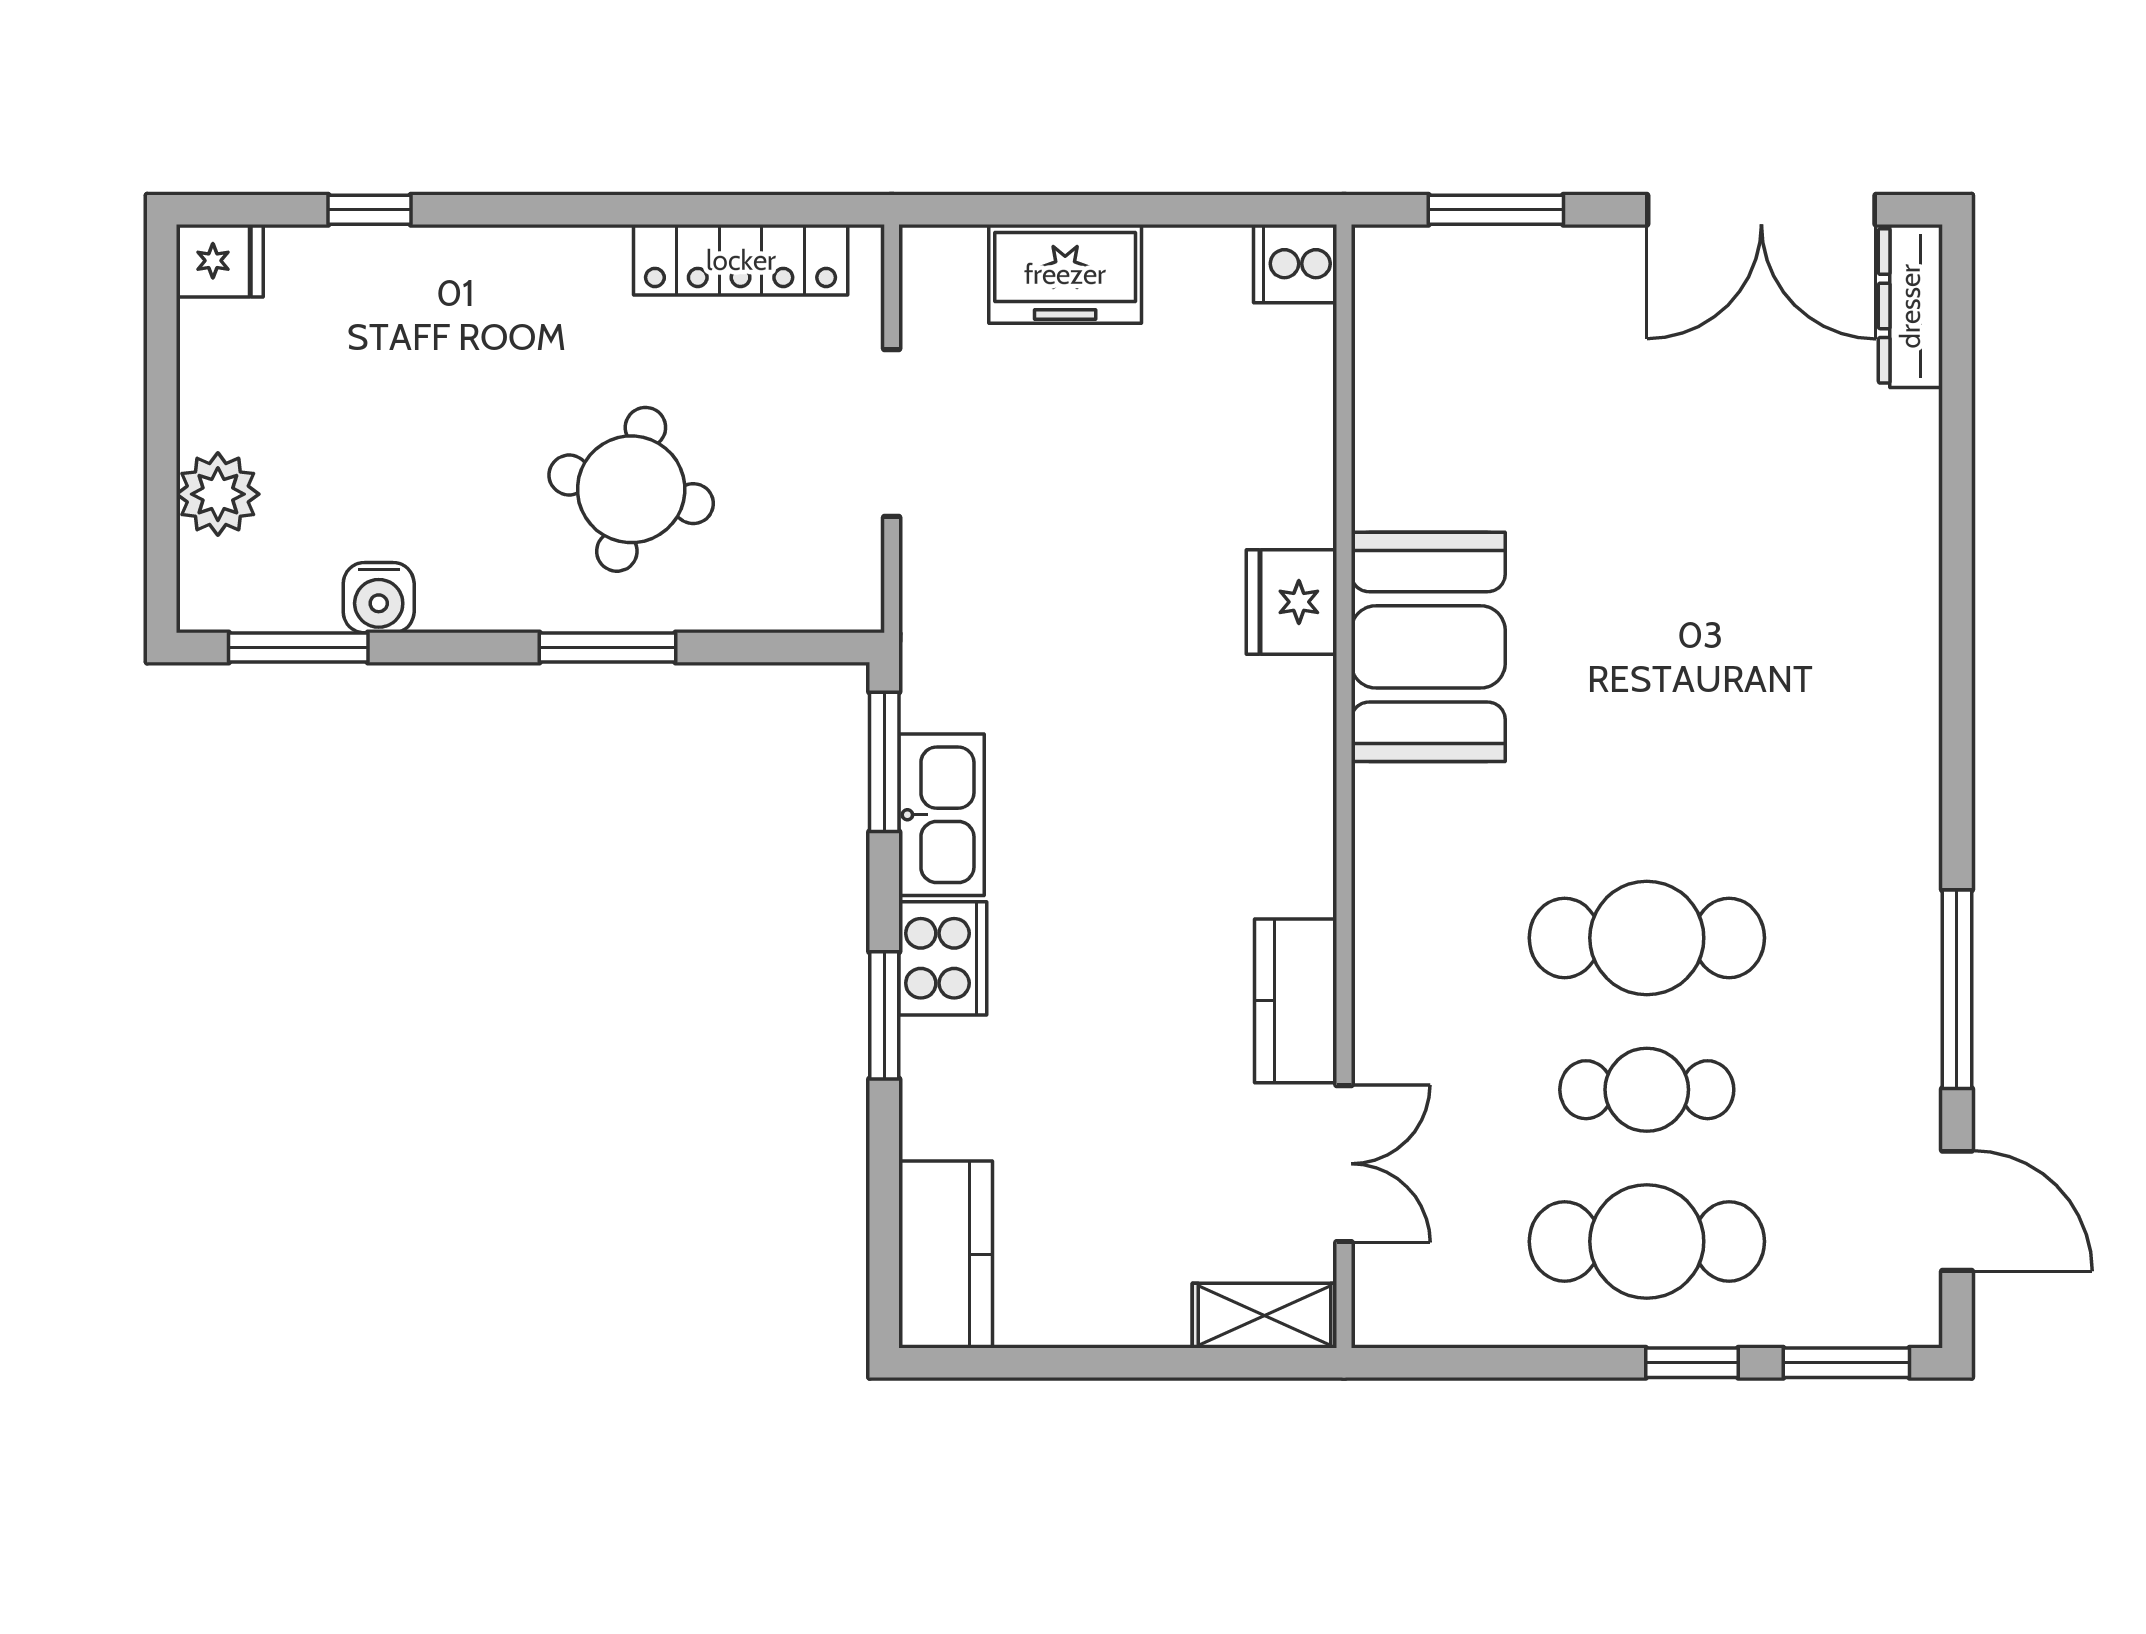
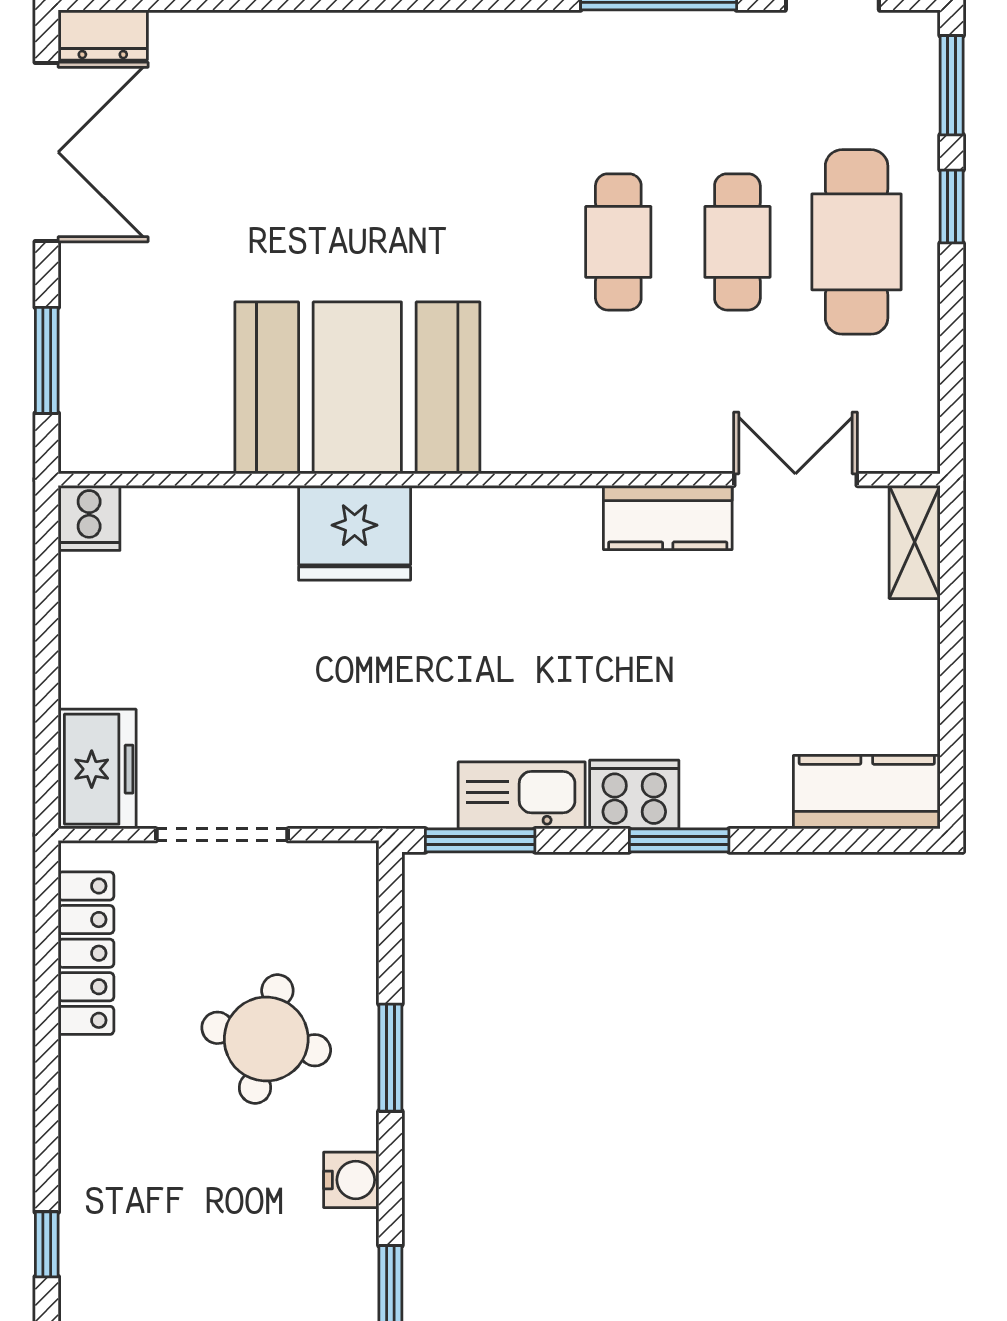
freezer: (1065, 274) -> (97, 769), moved
dresser: (1910, 306) -> (103, 35), width x0.70
water cooler: (379, 598) -> (351, 1180), moved
fridge: (1292, 602) -> (355, 533), width x1.36, depth x1.34
booth: (1428, 647) -> (357, 388), width x1.36, depth x1.42
cafe table: (1647, 938) -> (618, 242), width x0.73, depth x0.74

